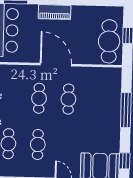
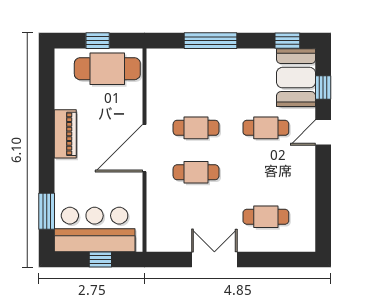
piano: (55, 12) -> (65, 134), moved
cafe table: (38, 144) -> (266, 128), moved

